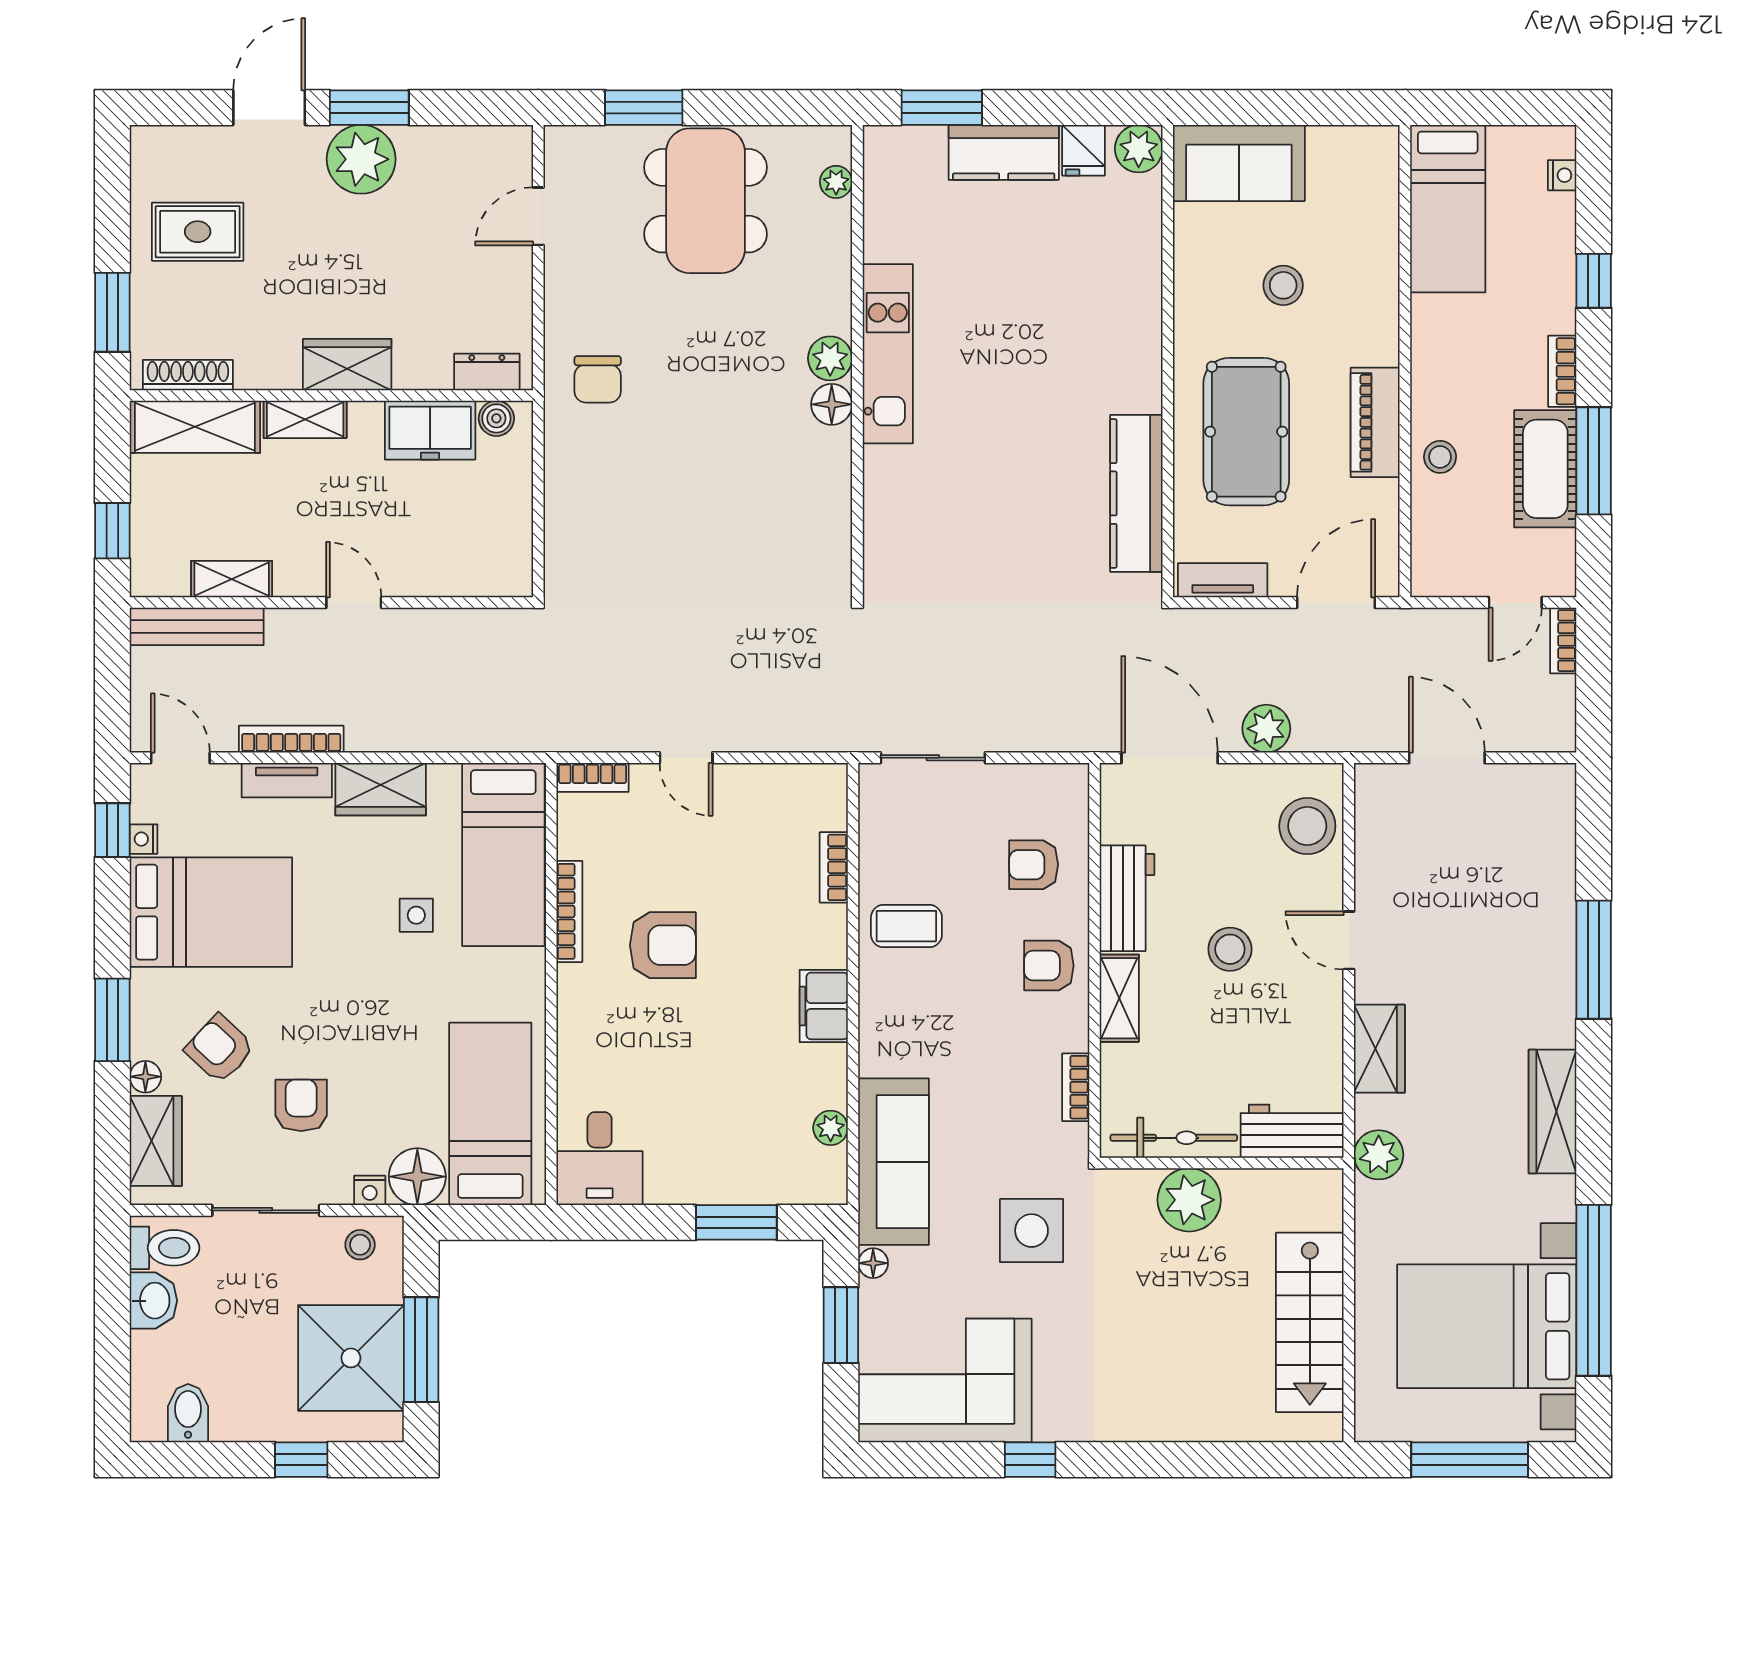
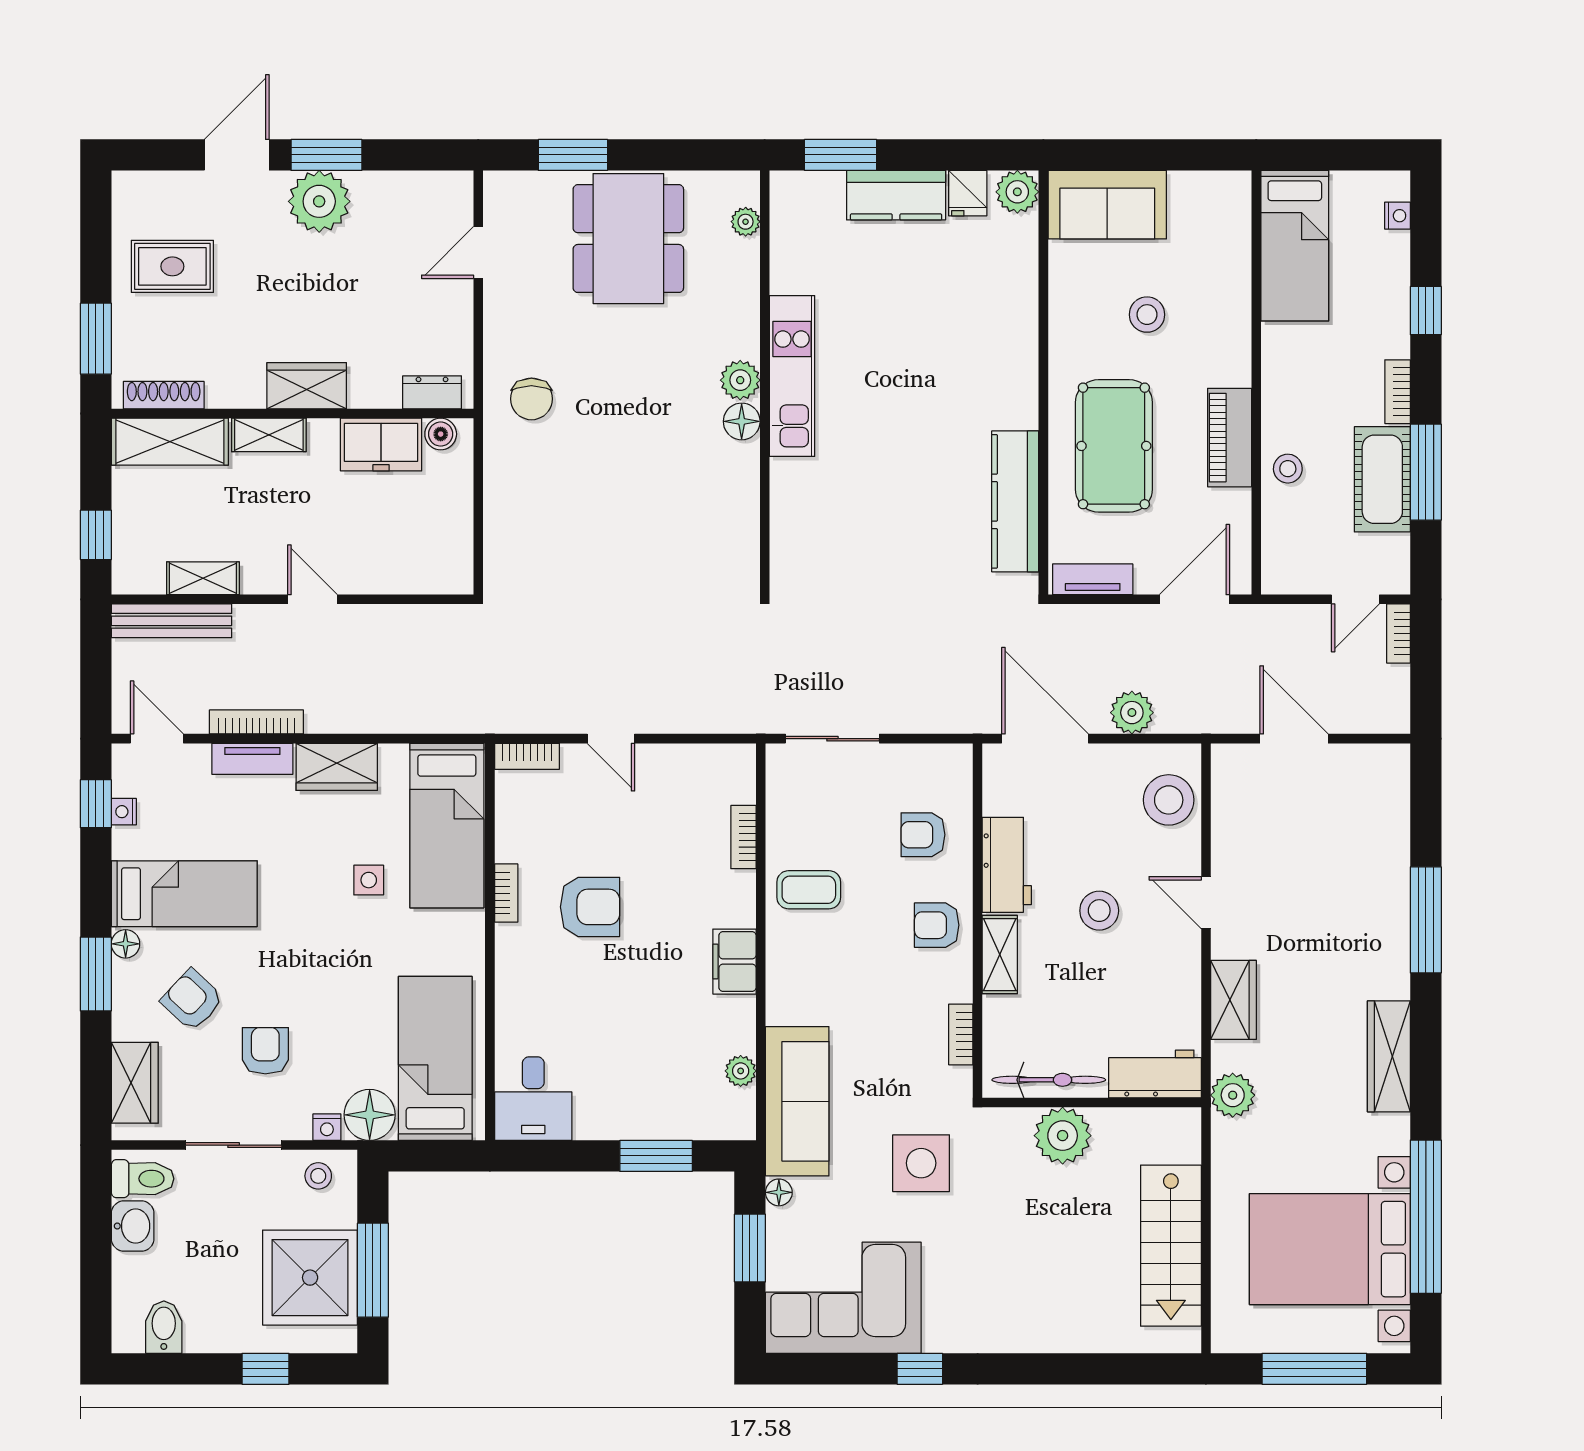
bookcase: (569, 911) -> (506, 893), width x0.64
bed: (211, 912) -> (184, 894), width x0.67
floor lamp: (145, 1077) -> (126, 944), moved

